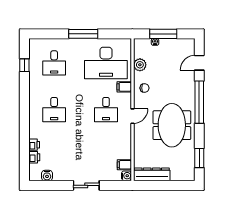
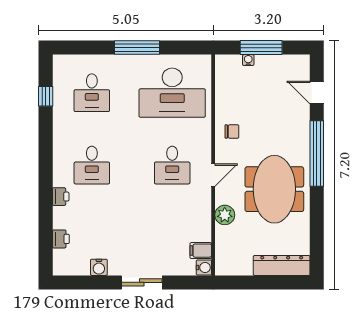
door: (199, 63) -> (317, 93), hinge flipped
plant: (140, 65) -> (225, 215), moved
filing cabinet: (124, 87) -> (200, 130), removed
printer: (34, 145) -> (61, 197), moved
window: (199, 158) -> (317, 240), removed
dresser: (152, 174) -> (282, 265), moved
water cooler: (47, 176) -> (99, 267), moved

